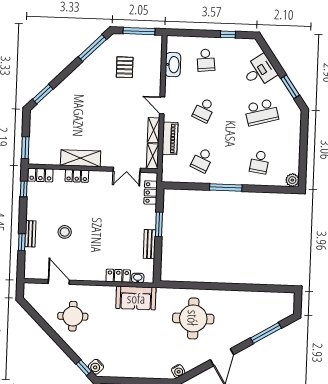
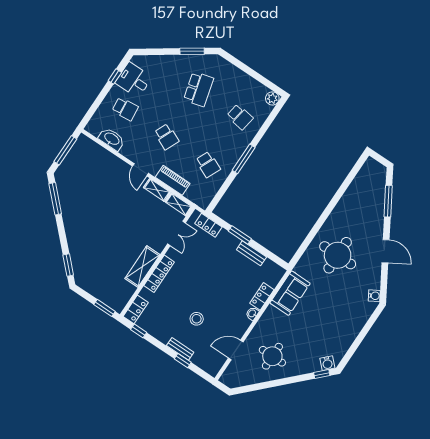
pallet: (125, 67) -> (88, 181), removed
desk: (259, 71) -> (134, 80), moved, turned -55
door: (162, 105) -> (140, 170), hinge flipped
locker: (77, 176) -> (159, 274), width x1.53
washbasin: (138, 278) -> (252, 314), moved

